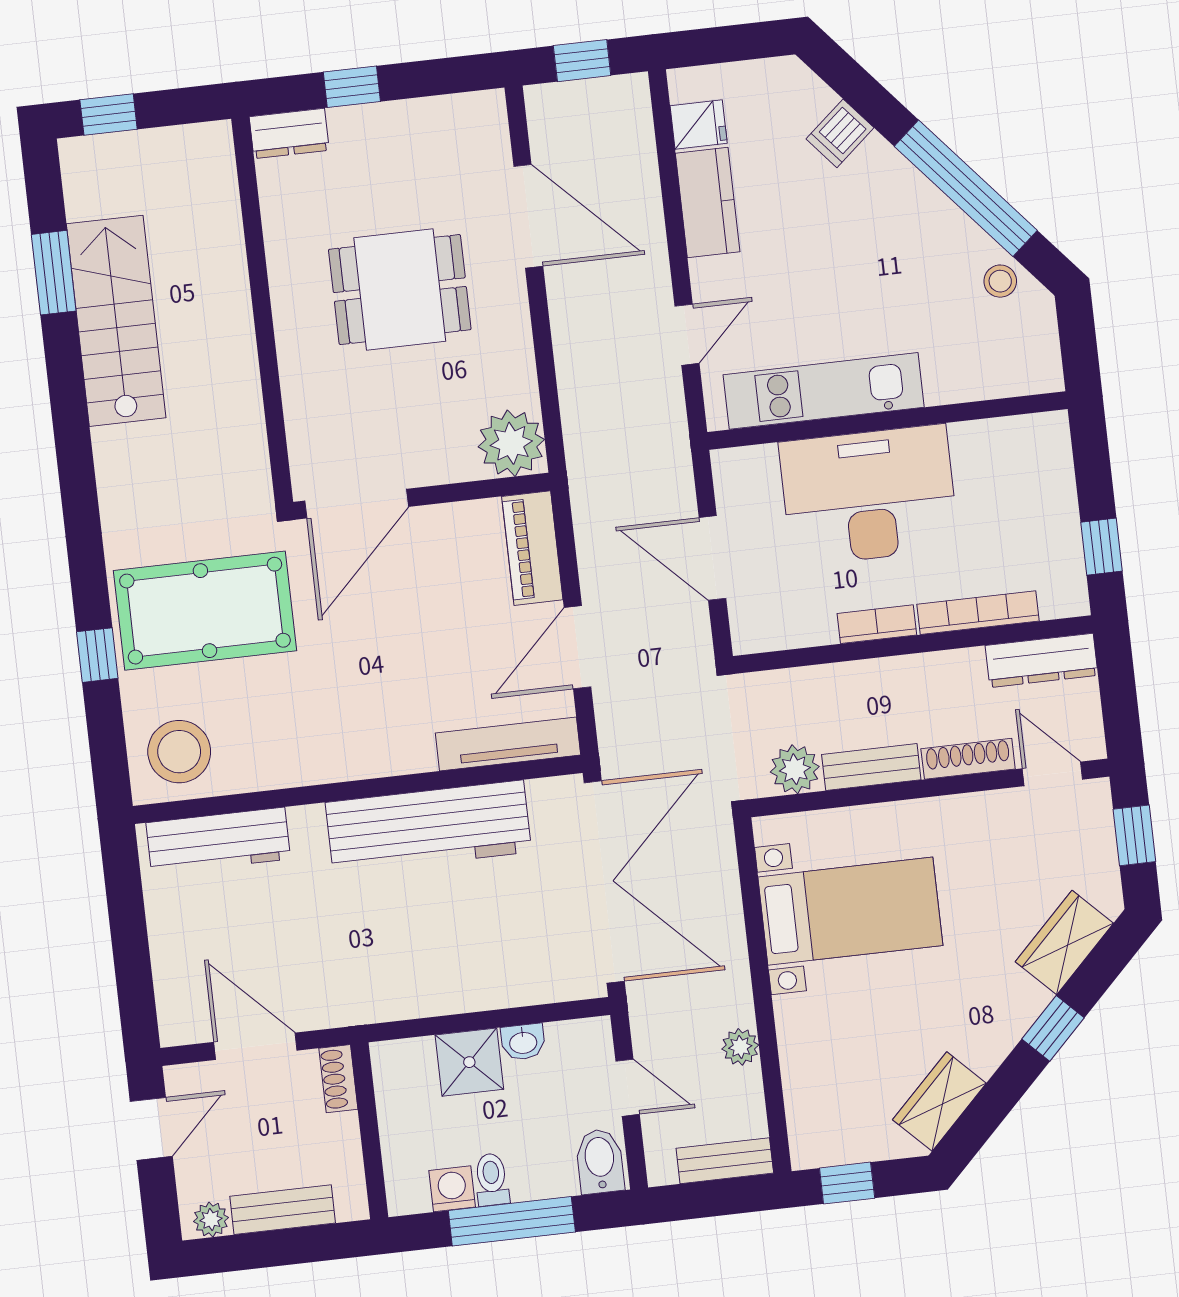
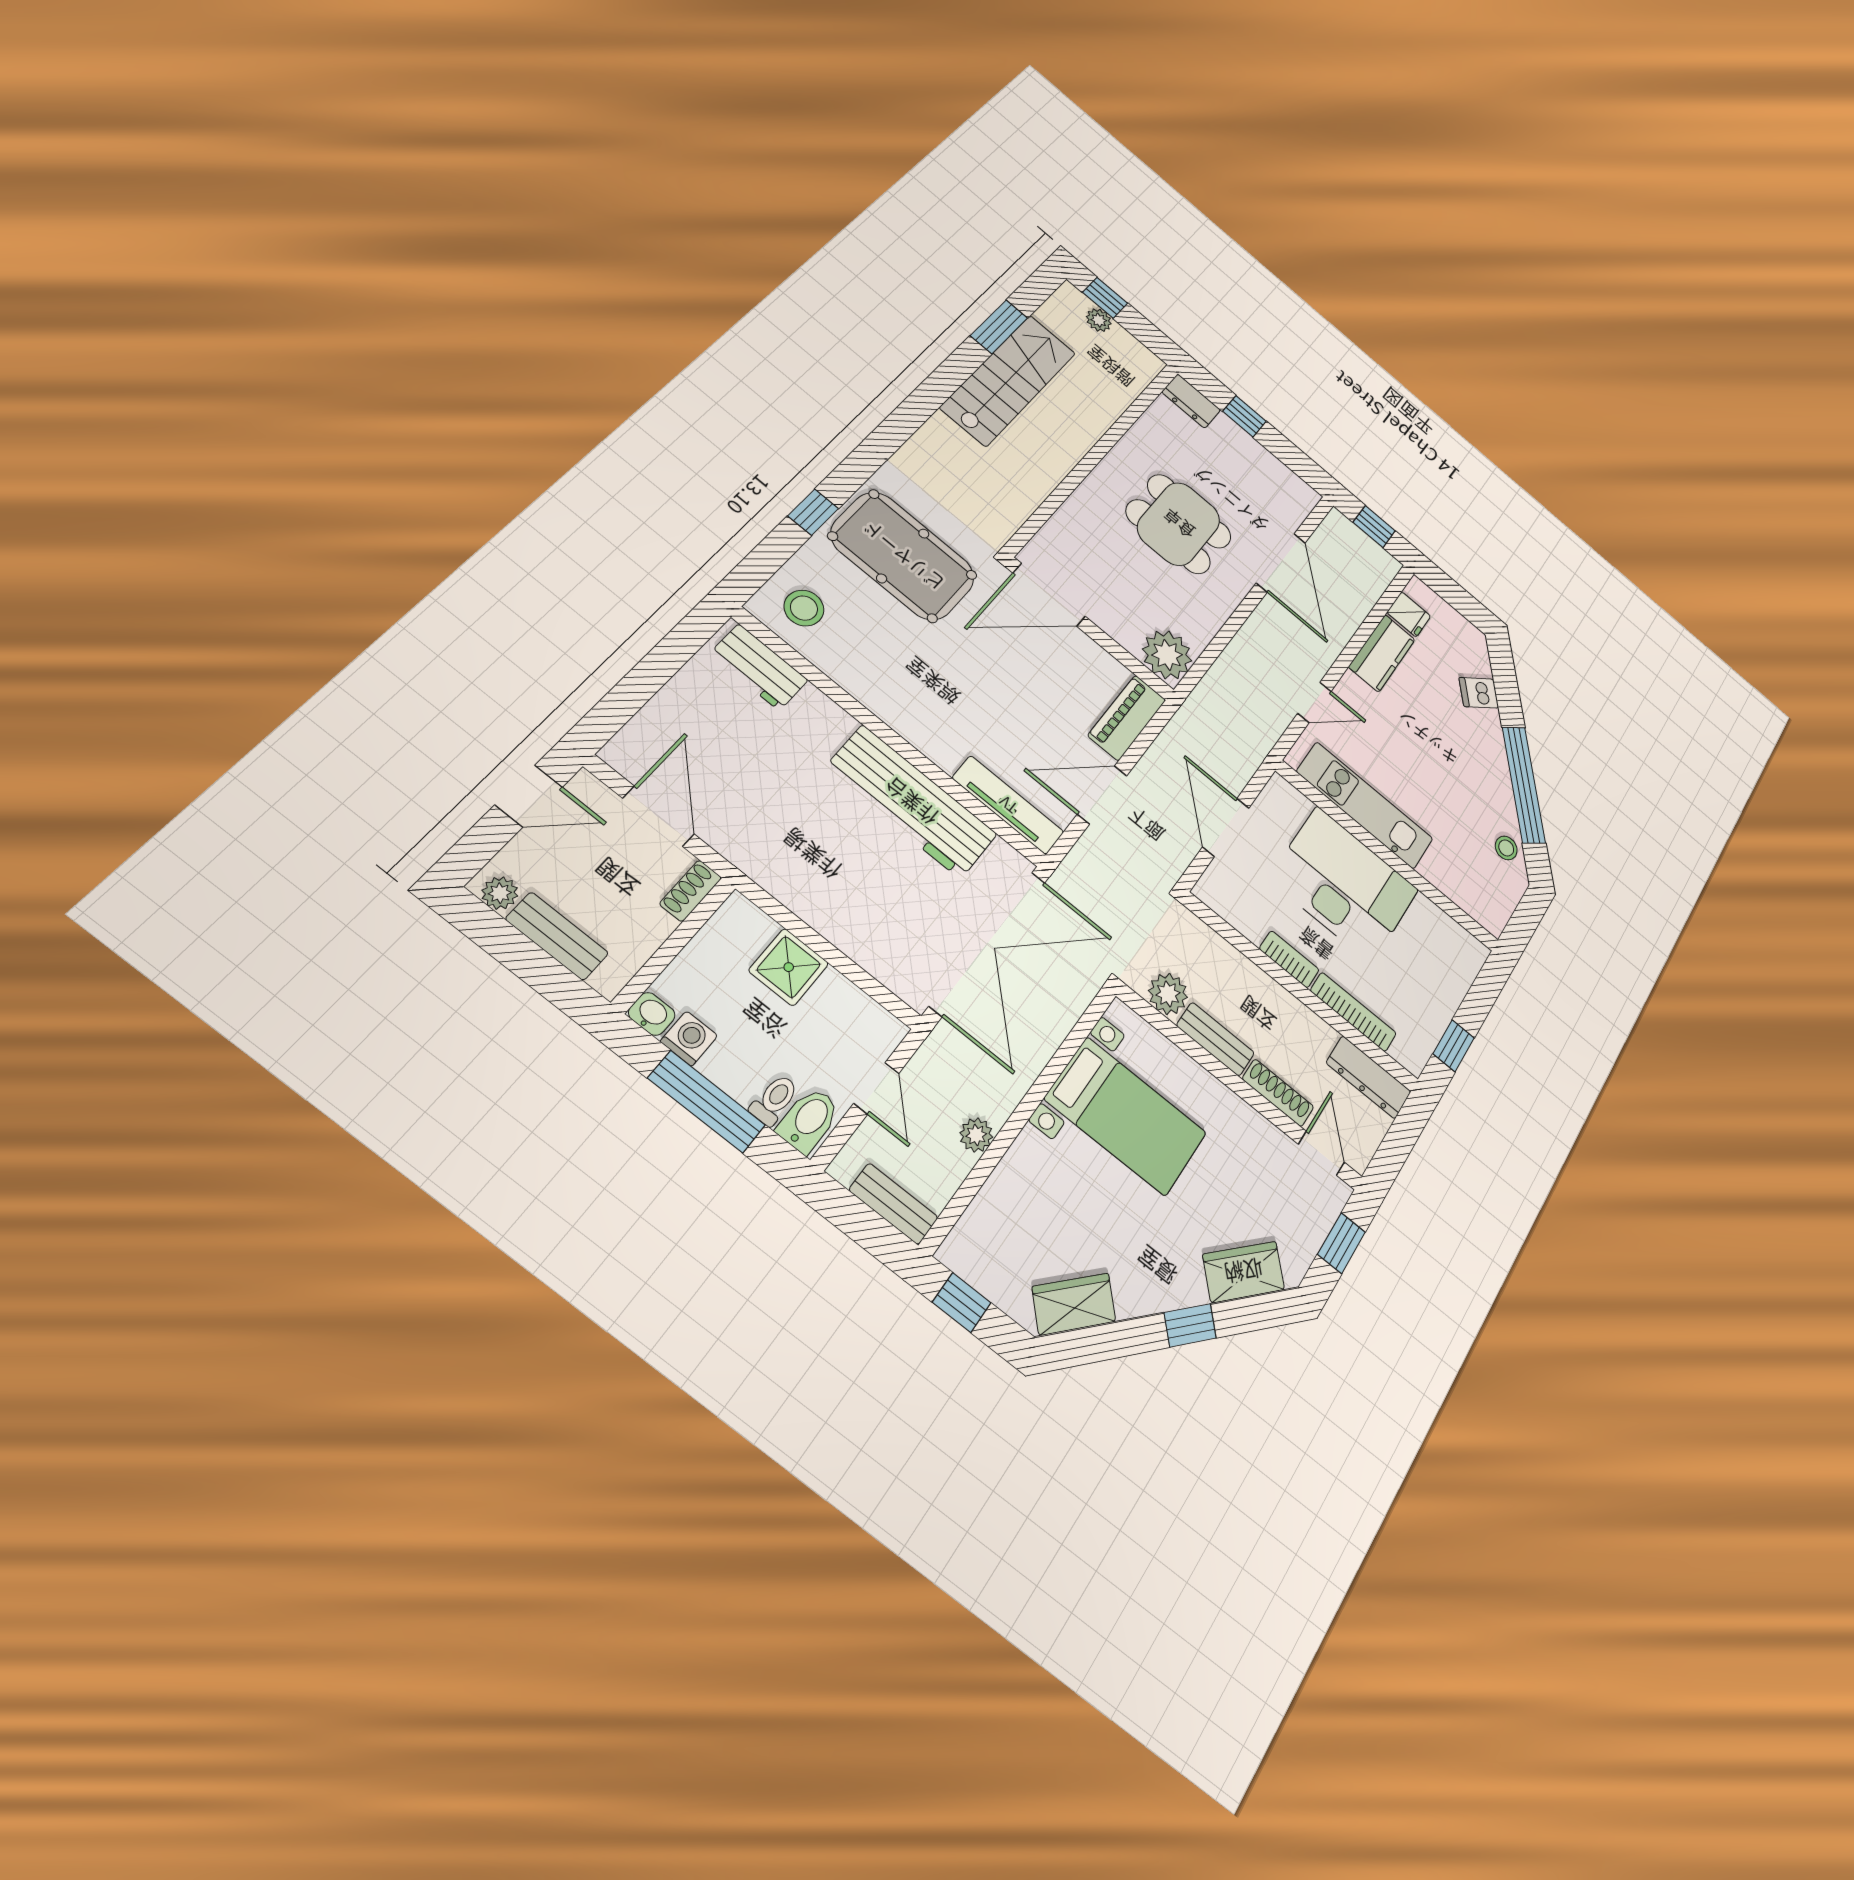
plant: (127, 149) -> (1099, 320), added
stool: (179, 752) -> (804, 608), width x0.73, depth x0.73
workbench: (218, 841) -> (759, 667), width x0.73
washbasin: (523, 1042) -> (652, 1014), moved, turned 180
toilet: (492, 1179) -> (774, 1100), moved

